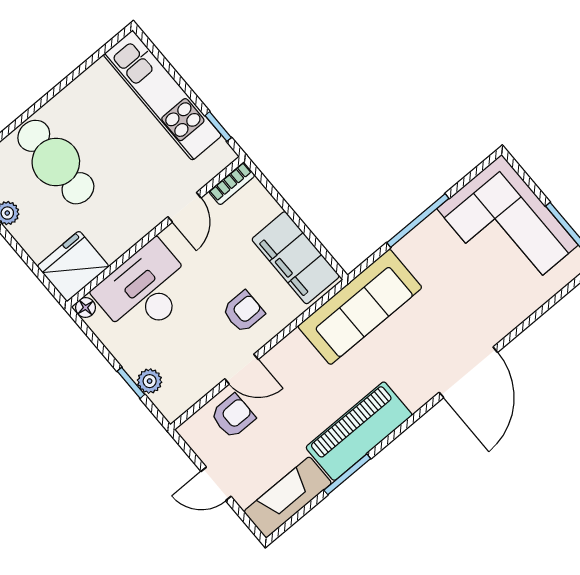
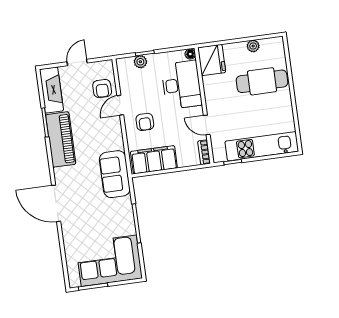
sofa: (360, 307) -> (115, 174), width x0.73

